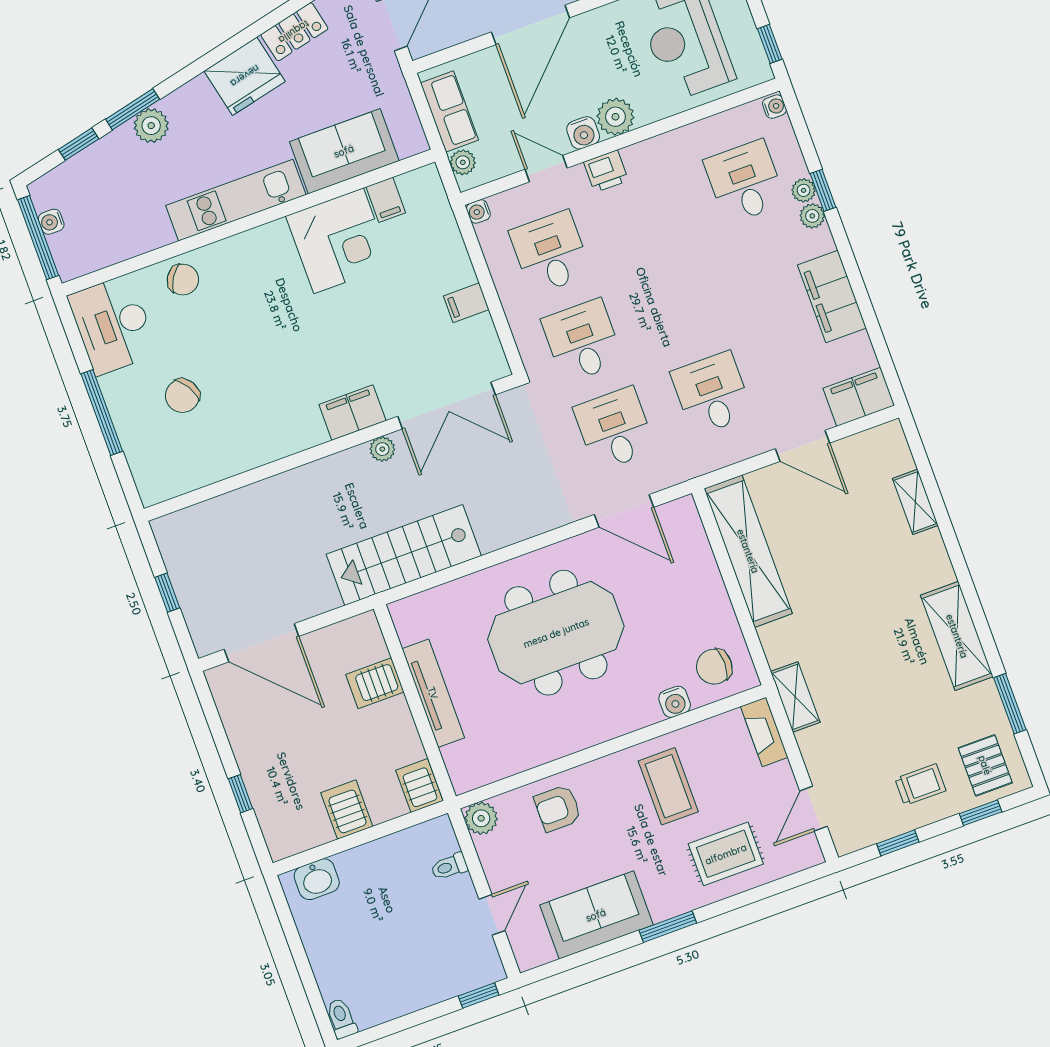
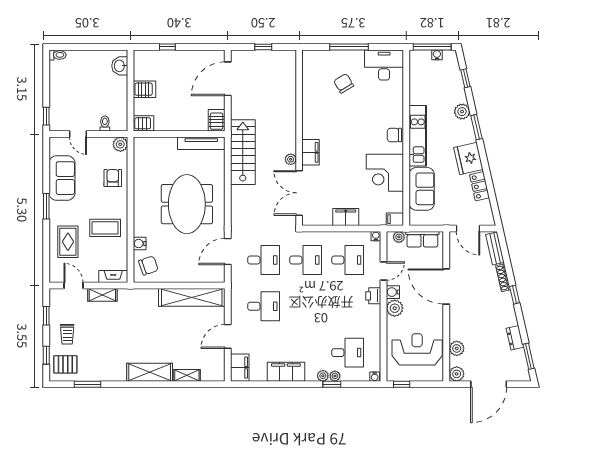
window: (133, 109) -> (476, 127), moved
filing cabinet: (386, 200) -> (395, 219), moved
chair: (183, 280) -> (394, 135), moved, turned 58
filing cabinet: (466, 303) -> (346, 217), width x2.00
shelving: (957, 636) -> (150, 372), moved
chair: (714, 667) -> (148, 266), turned 71
server rack: (375, 683) -> (217, 120), moved
tv unit: (433, 693) -> (201, 143), moved
shelving: (795, 697) -> (102, 295), moved

